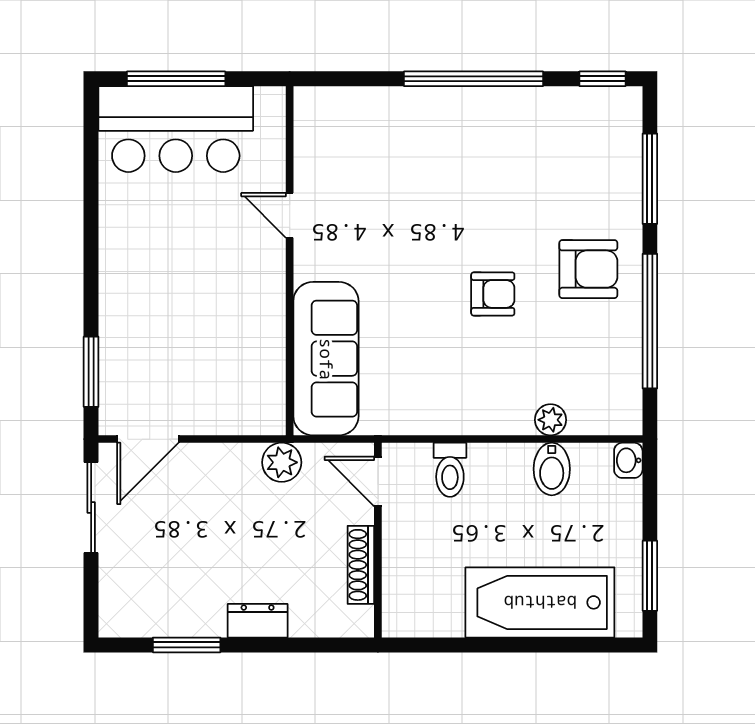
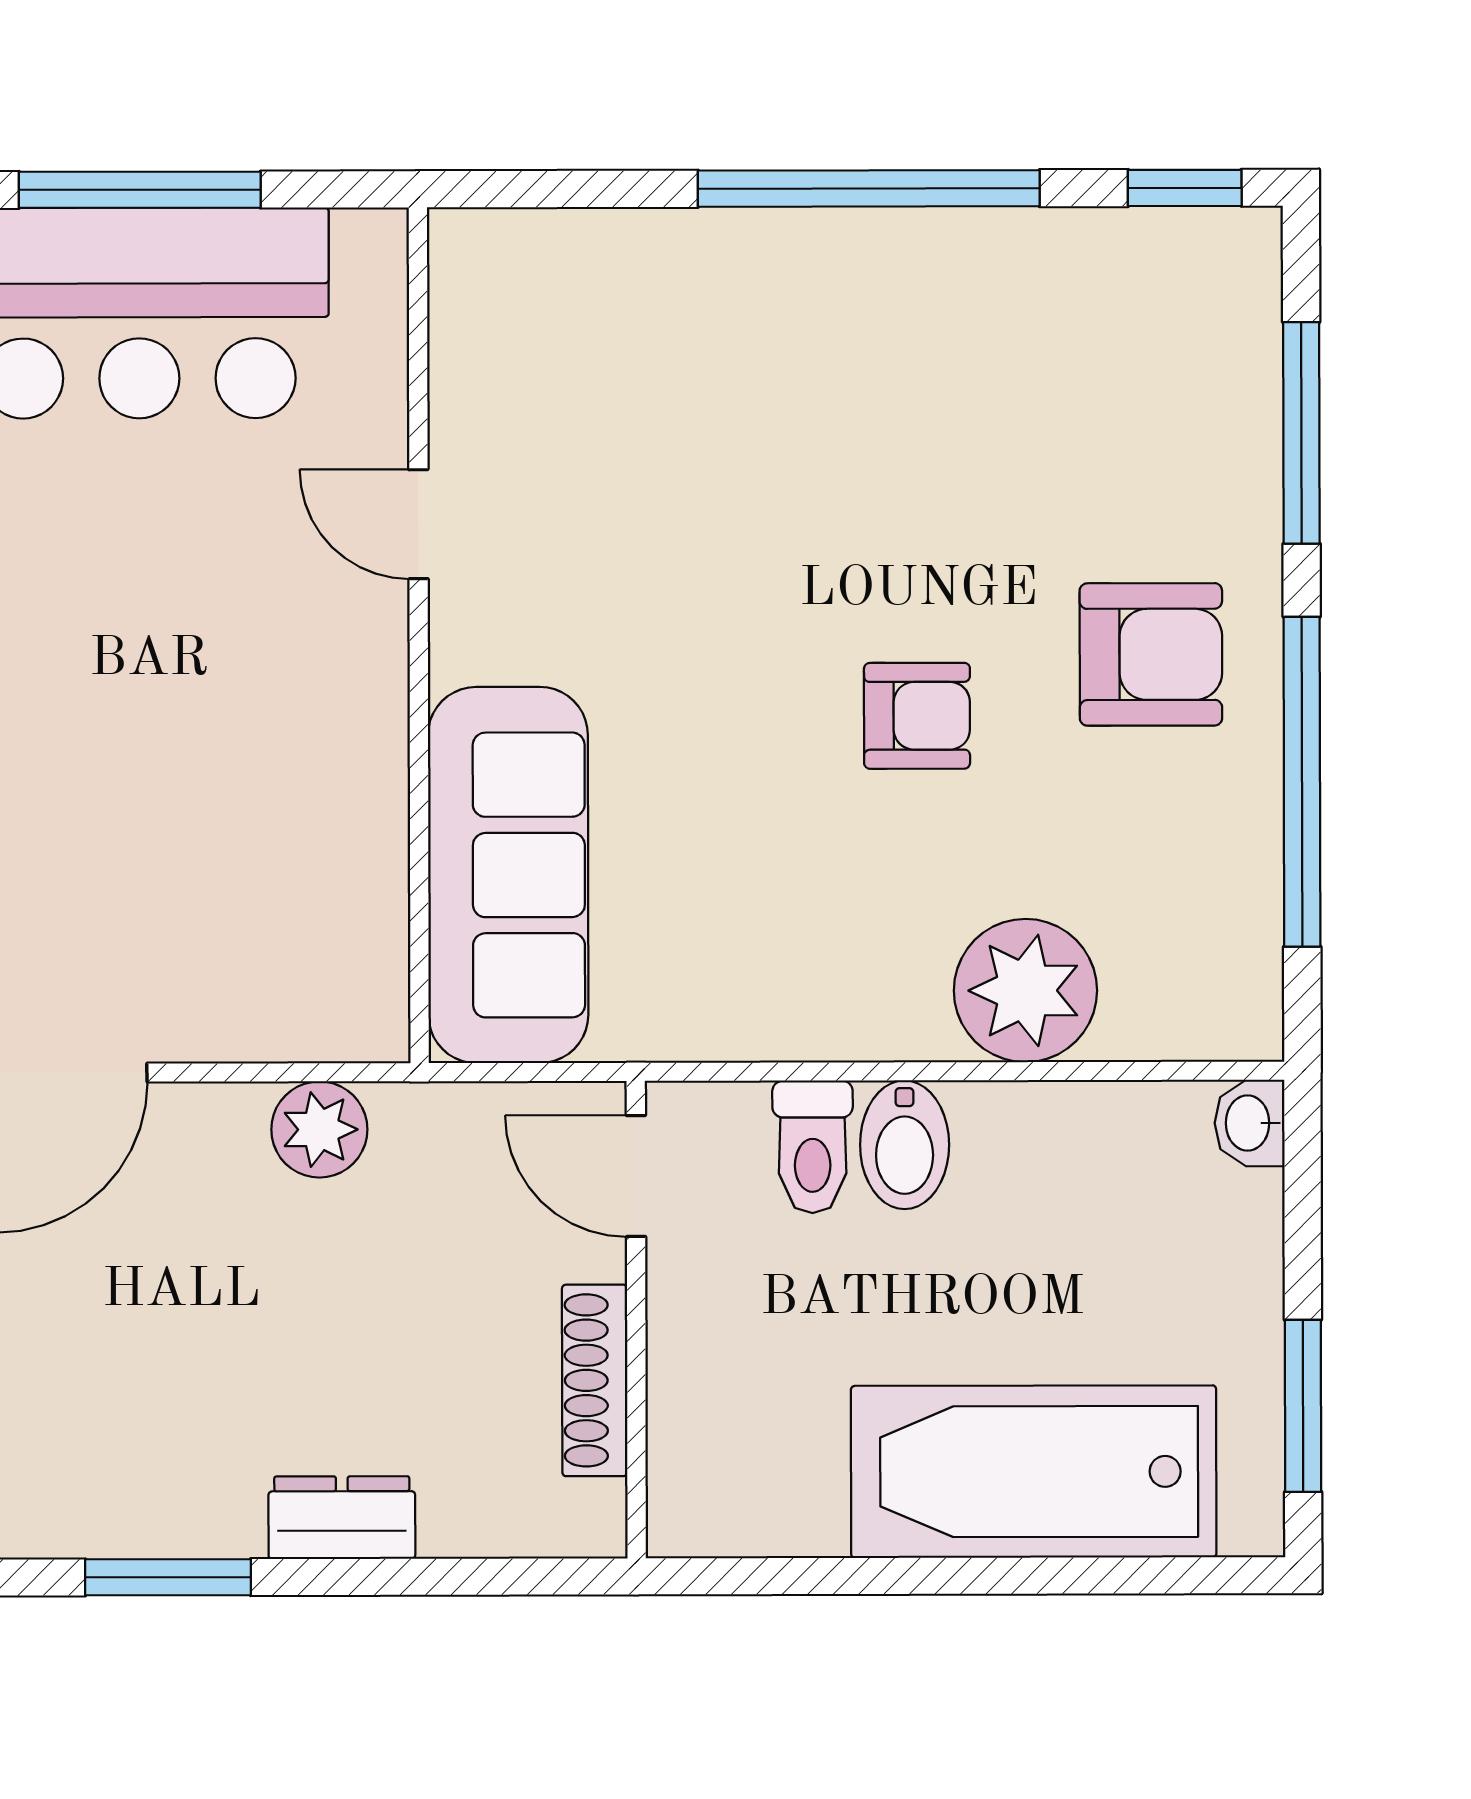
plant: (551, 420) -> (1025, 991), width x1.88, depth x1.88
plant: (282, 462) -> (319, 1129), moved
bidet: (552, 469) -> (905, 1145), moved

